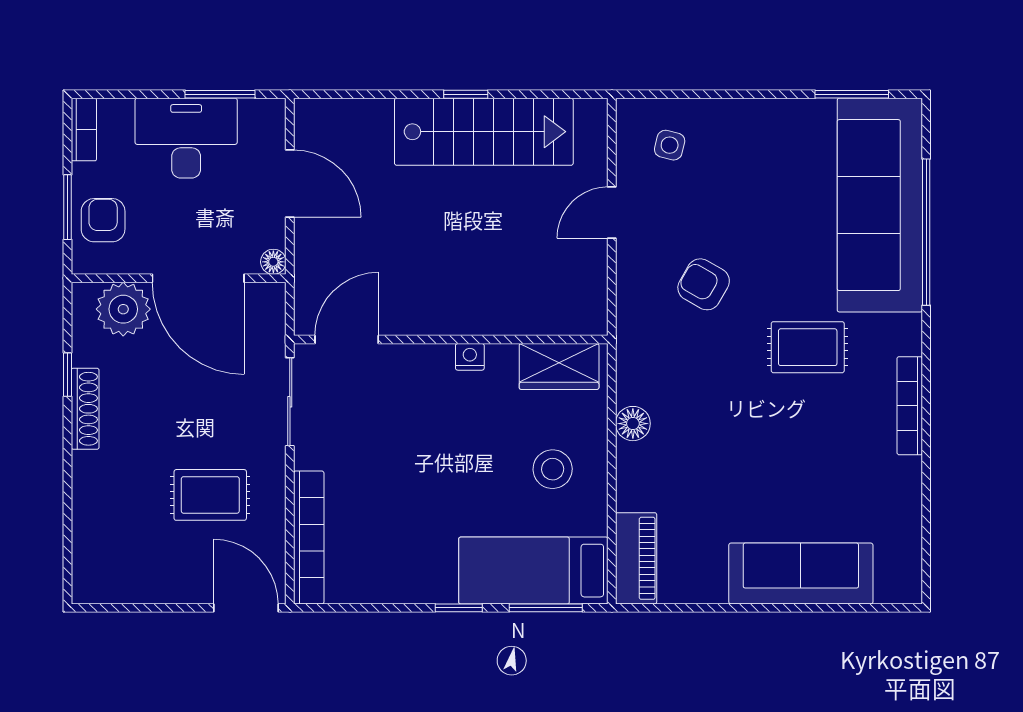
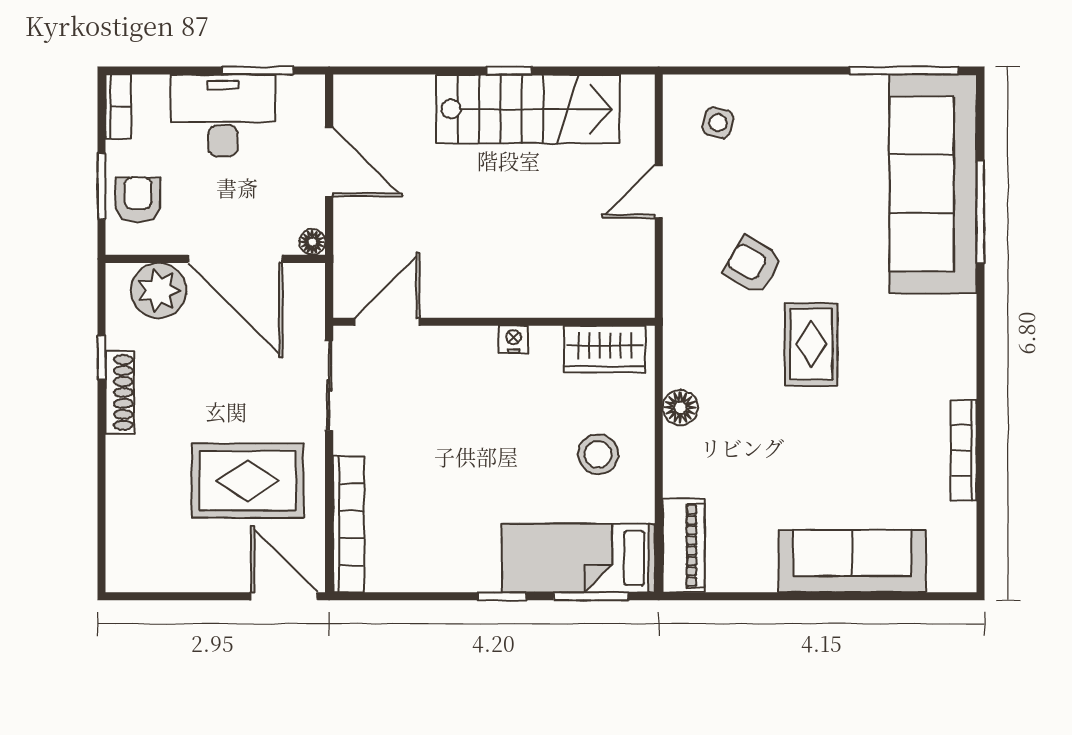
window: (852, 94) -> (904, 71), width x1.44
window: (926, 232) -> (980, 212), width x0.68
rug: (808, 347) -> (811, 344), moved, turned 90
bookcase: (910, 406) -> (964, 451), moved
rug: (210, 495) -> (248, 481), width x1.36, depth x1.43

